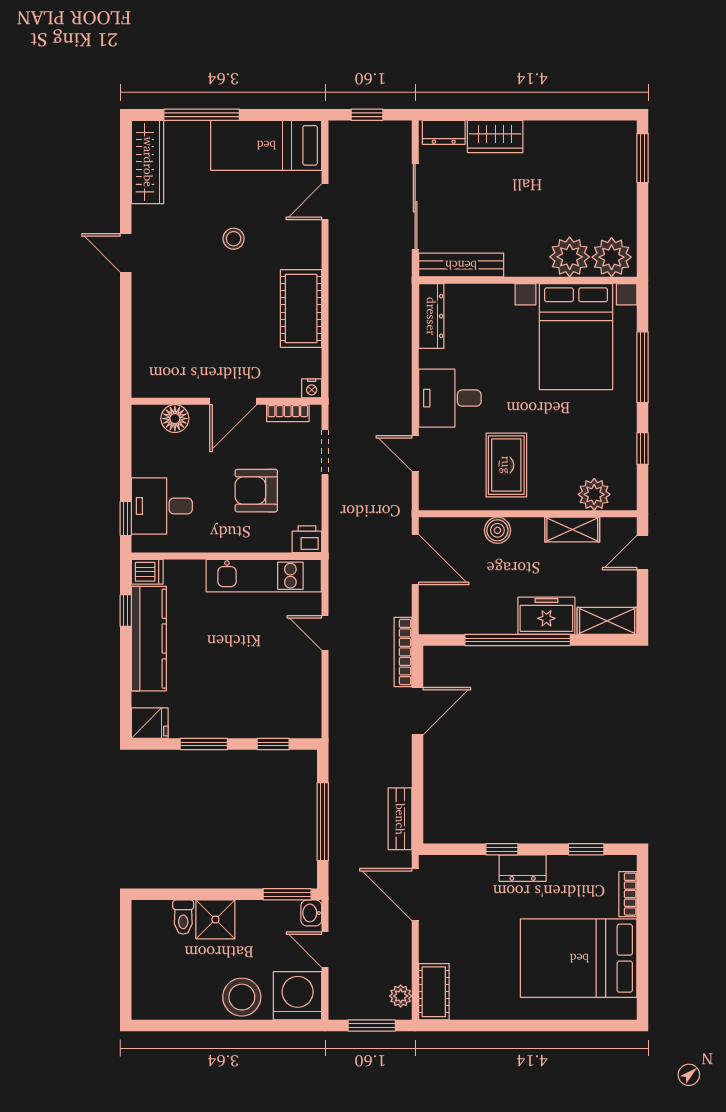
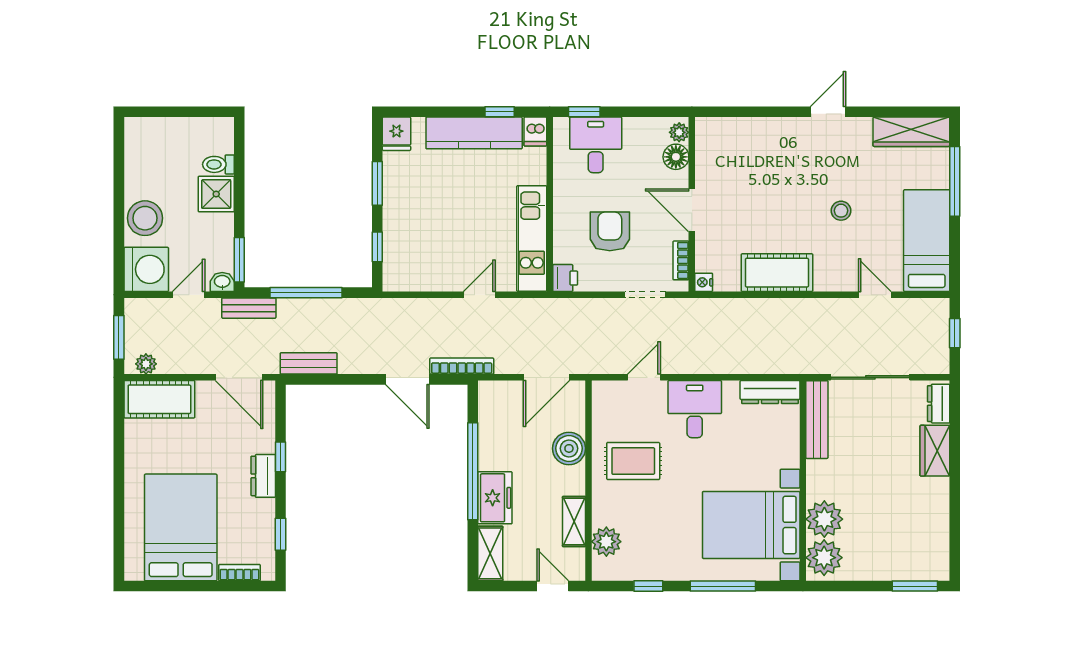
plant: (148, 415) -> (679, 132), added
boiler: (497, 530) -> (569, 448), width x1.36, depth x1.36
bench: (340, 884) -> (249, 308), added
door: (415, 895) -> (239, 377), swing flipped
cot: (434, 992) -> (159, 399), width x1.37, depth x1.34

